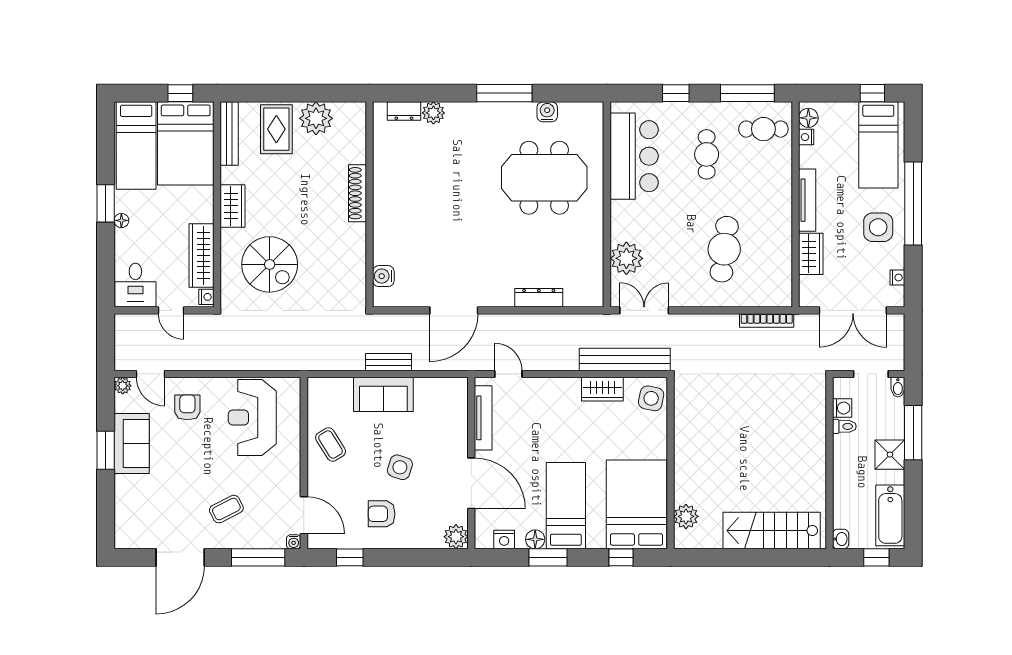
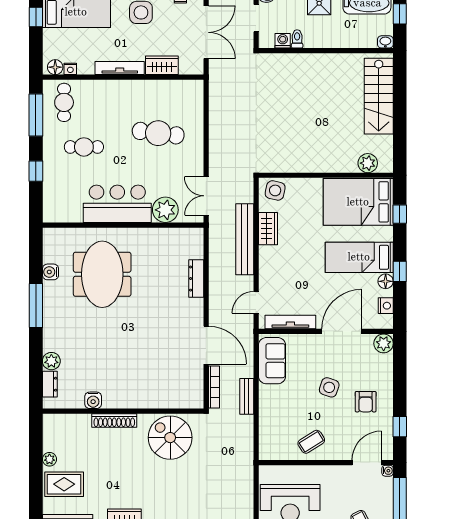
plant: (316, 118) -> (49, 459), width x0.53, depth x0.53
bar counter: (634, 156) -> (117, 204), moved
spiral stairs: (270, 264) -> (170, 438), moved, turned -90
water cooler: (383, 276) -> (93, 400), moved
bookcase: (767, 320) -> (214, 387), moved
bench: (625, 359) -> (245, 239), moved
sofa: (383, 394) -> (272, 361), moved
window: (548, 557) -> (400, 271), width x0.67

